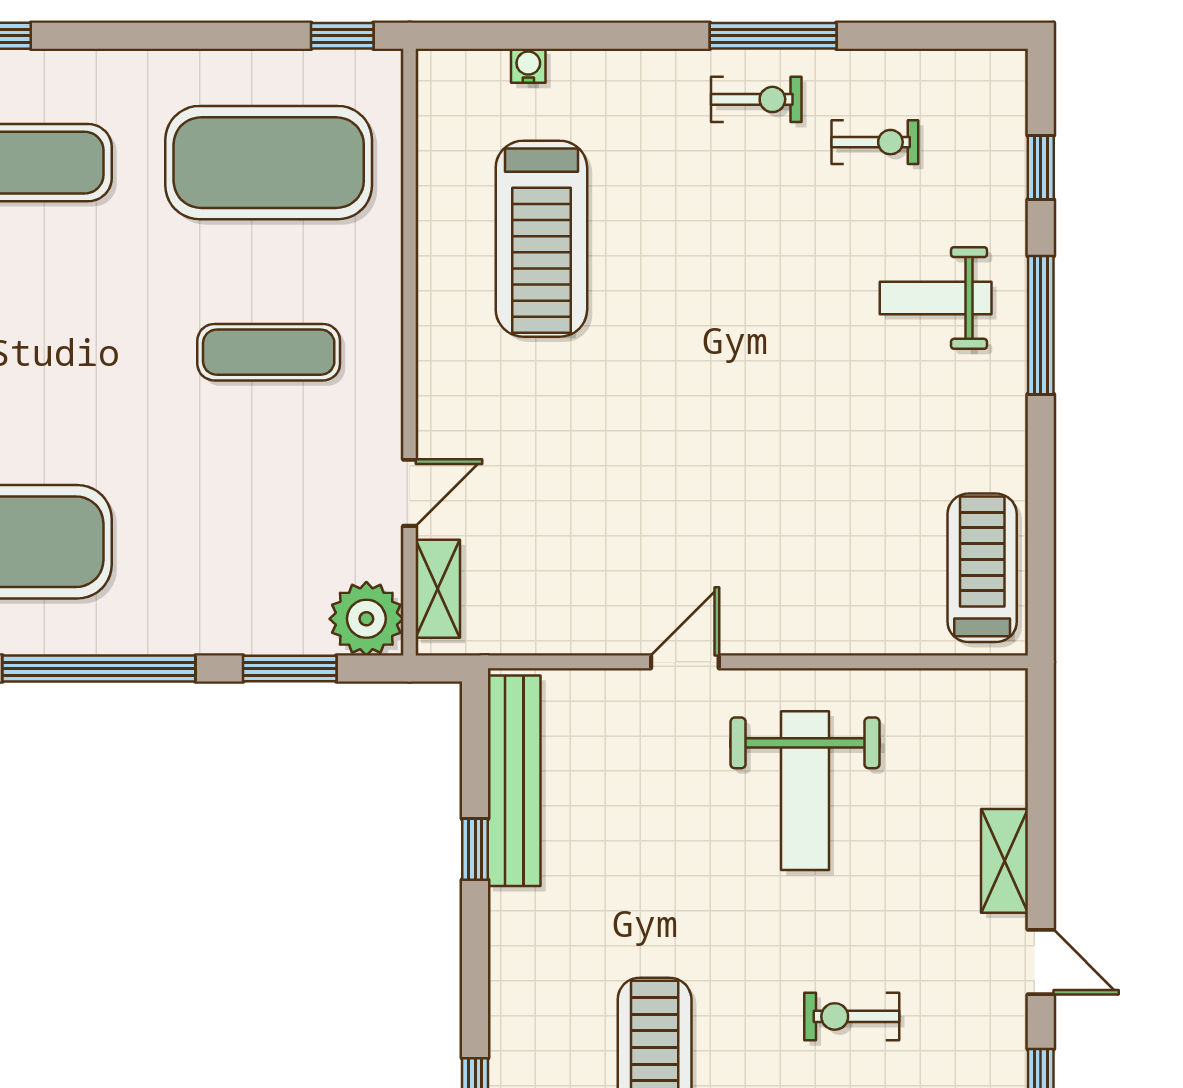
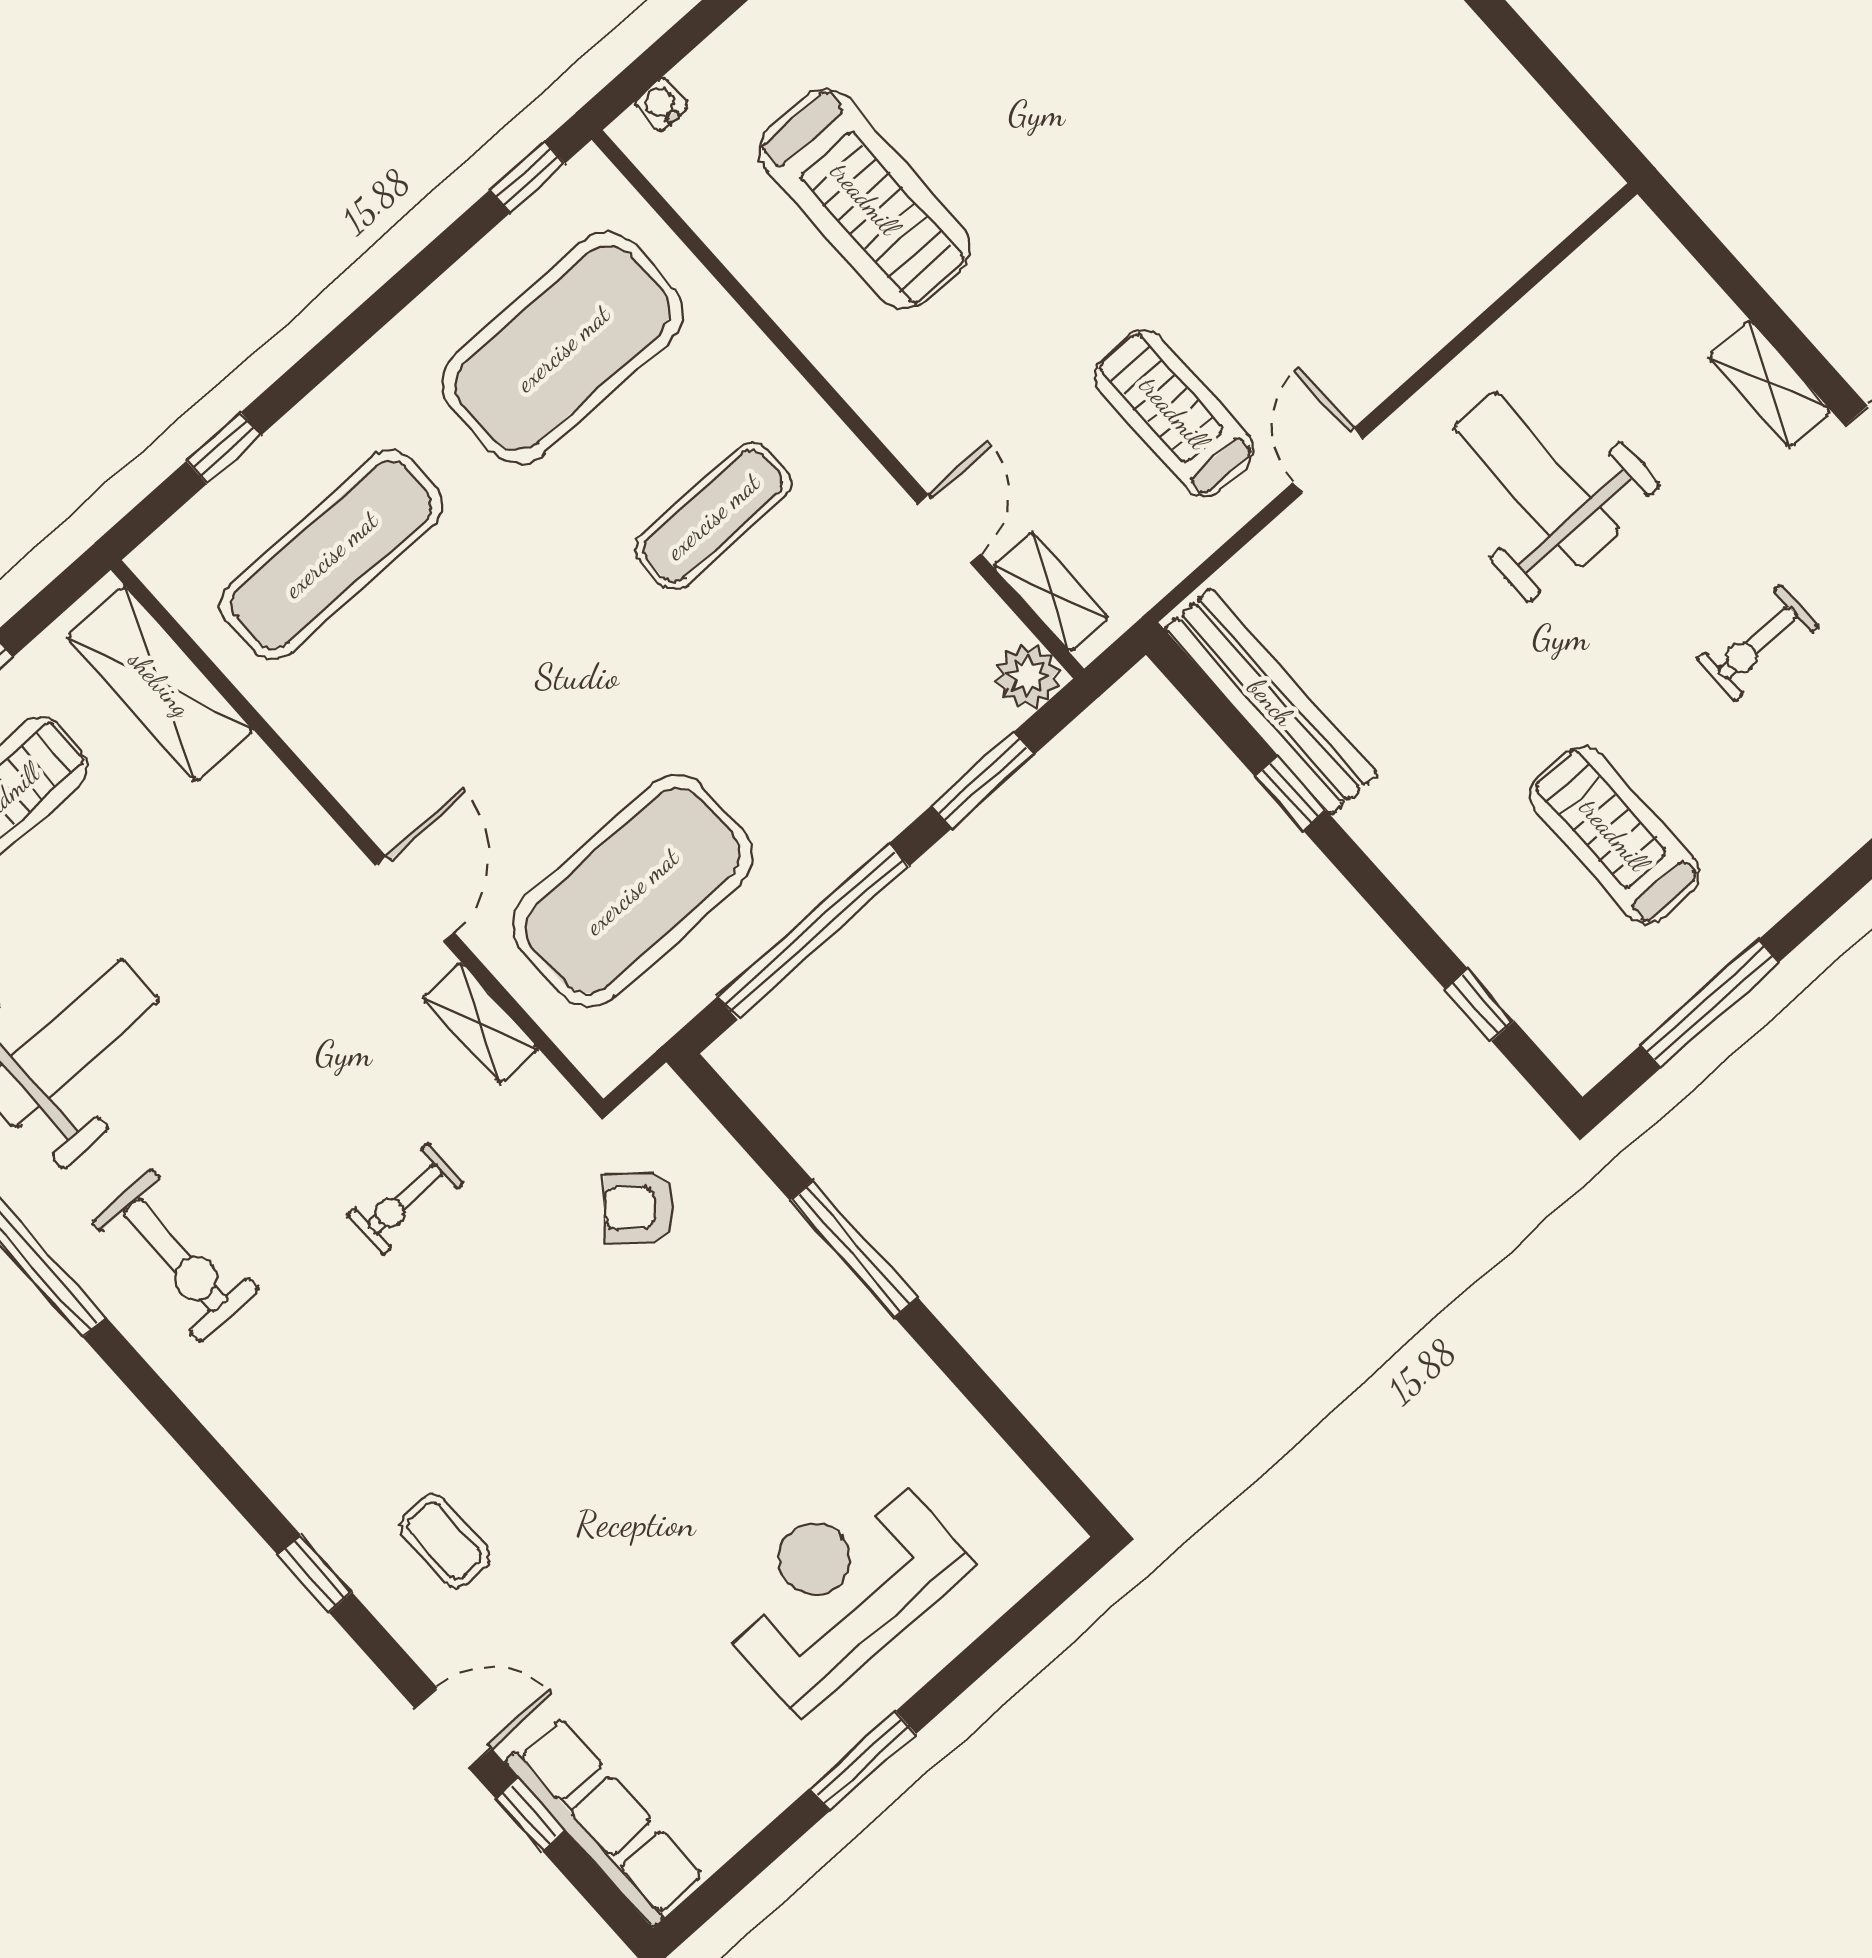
water cooler: (528, 66) -> (662, 105), moved
treadmill: (982, 568) -> (1174, 413), moved
plant: (366, 619) -> (1028, 676), width x0.73, depth x0.73
weight bench: (805, 791) -> (1537, 480), turned 180

